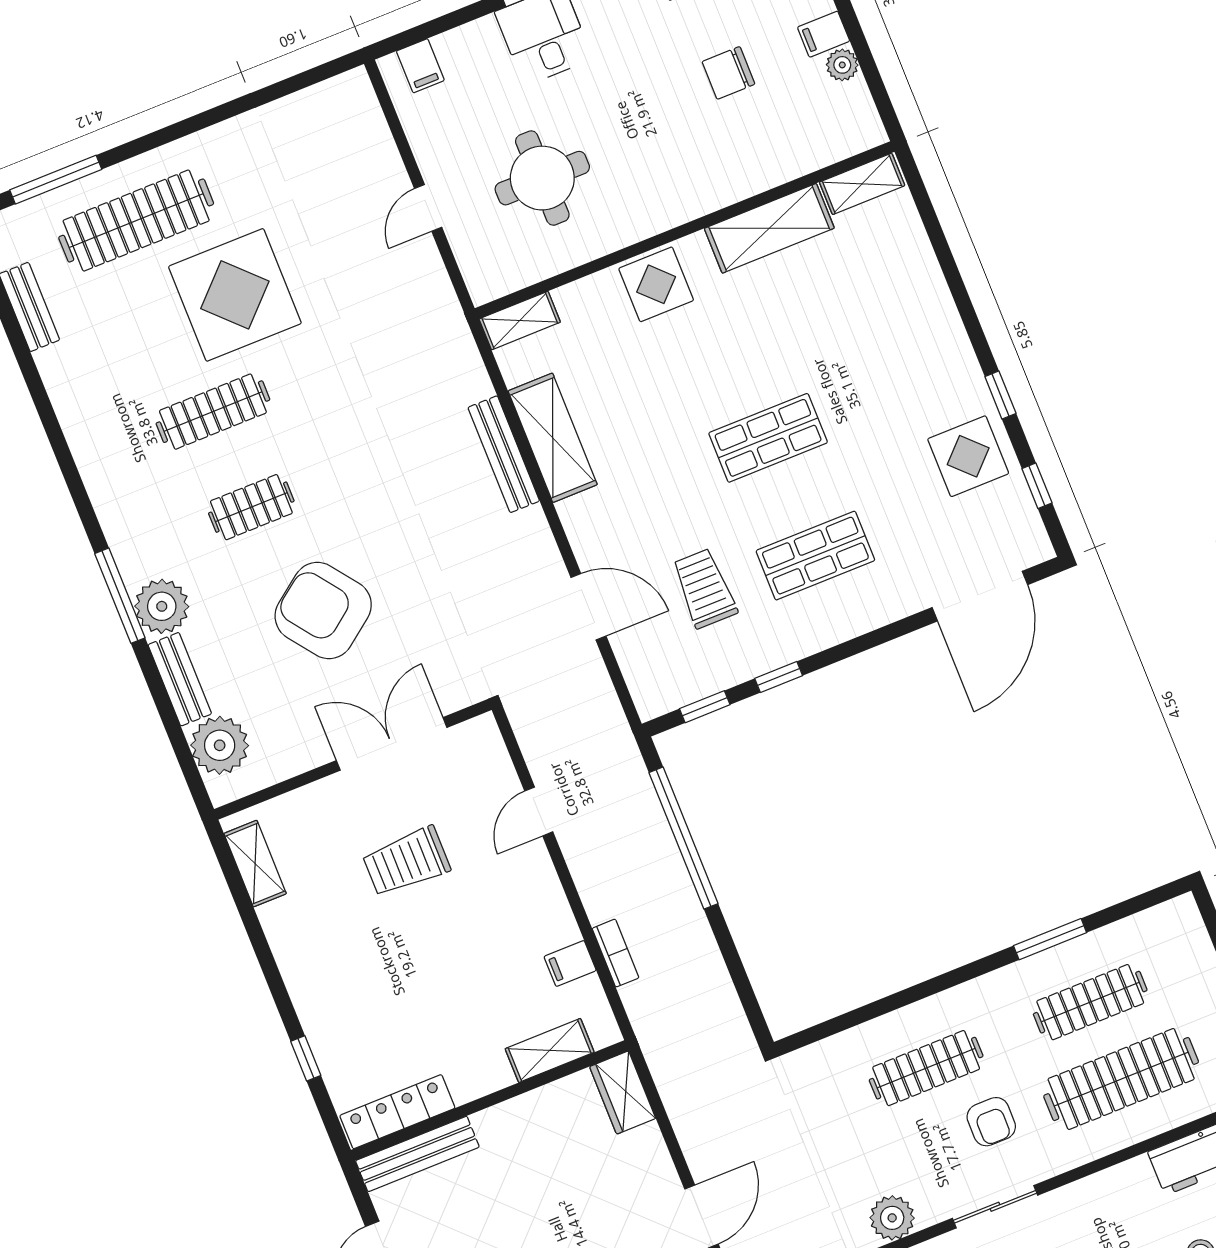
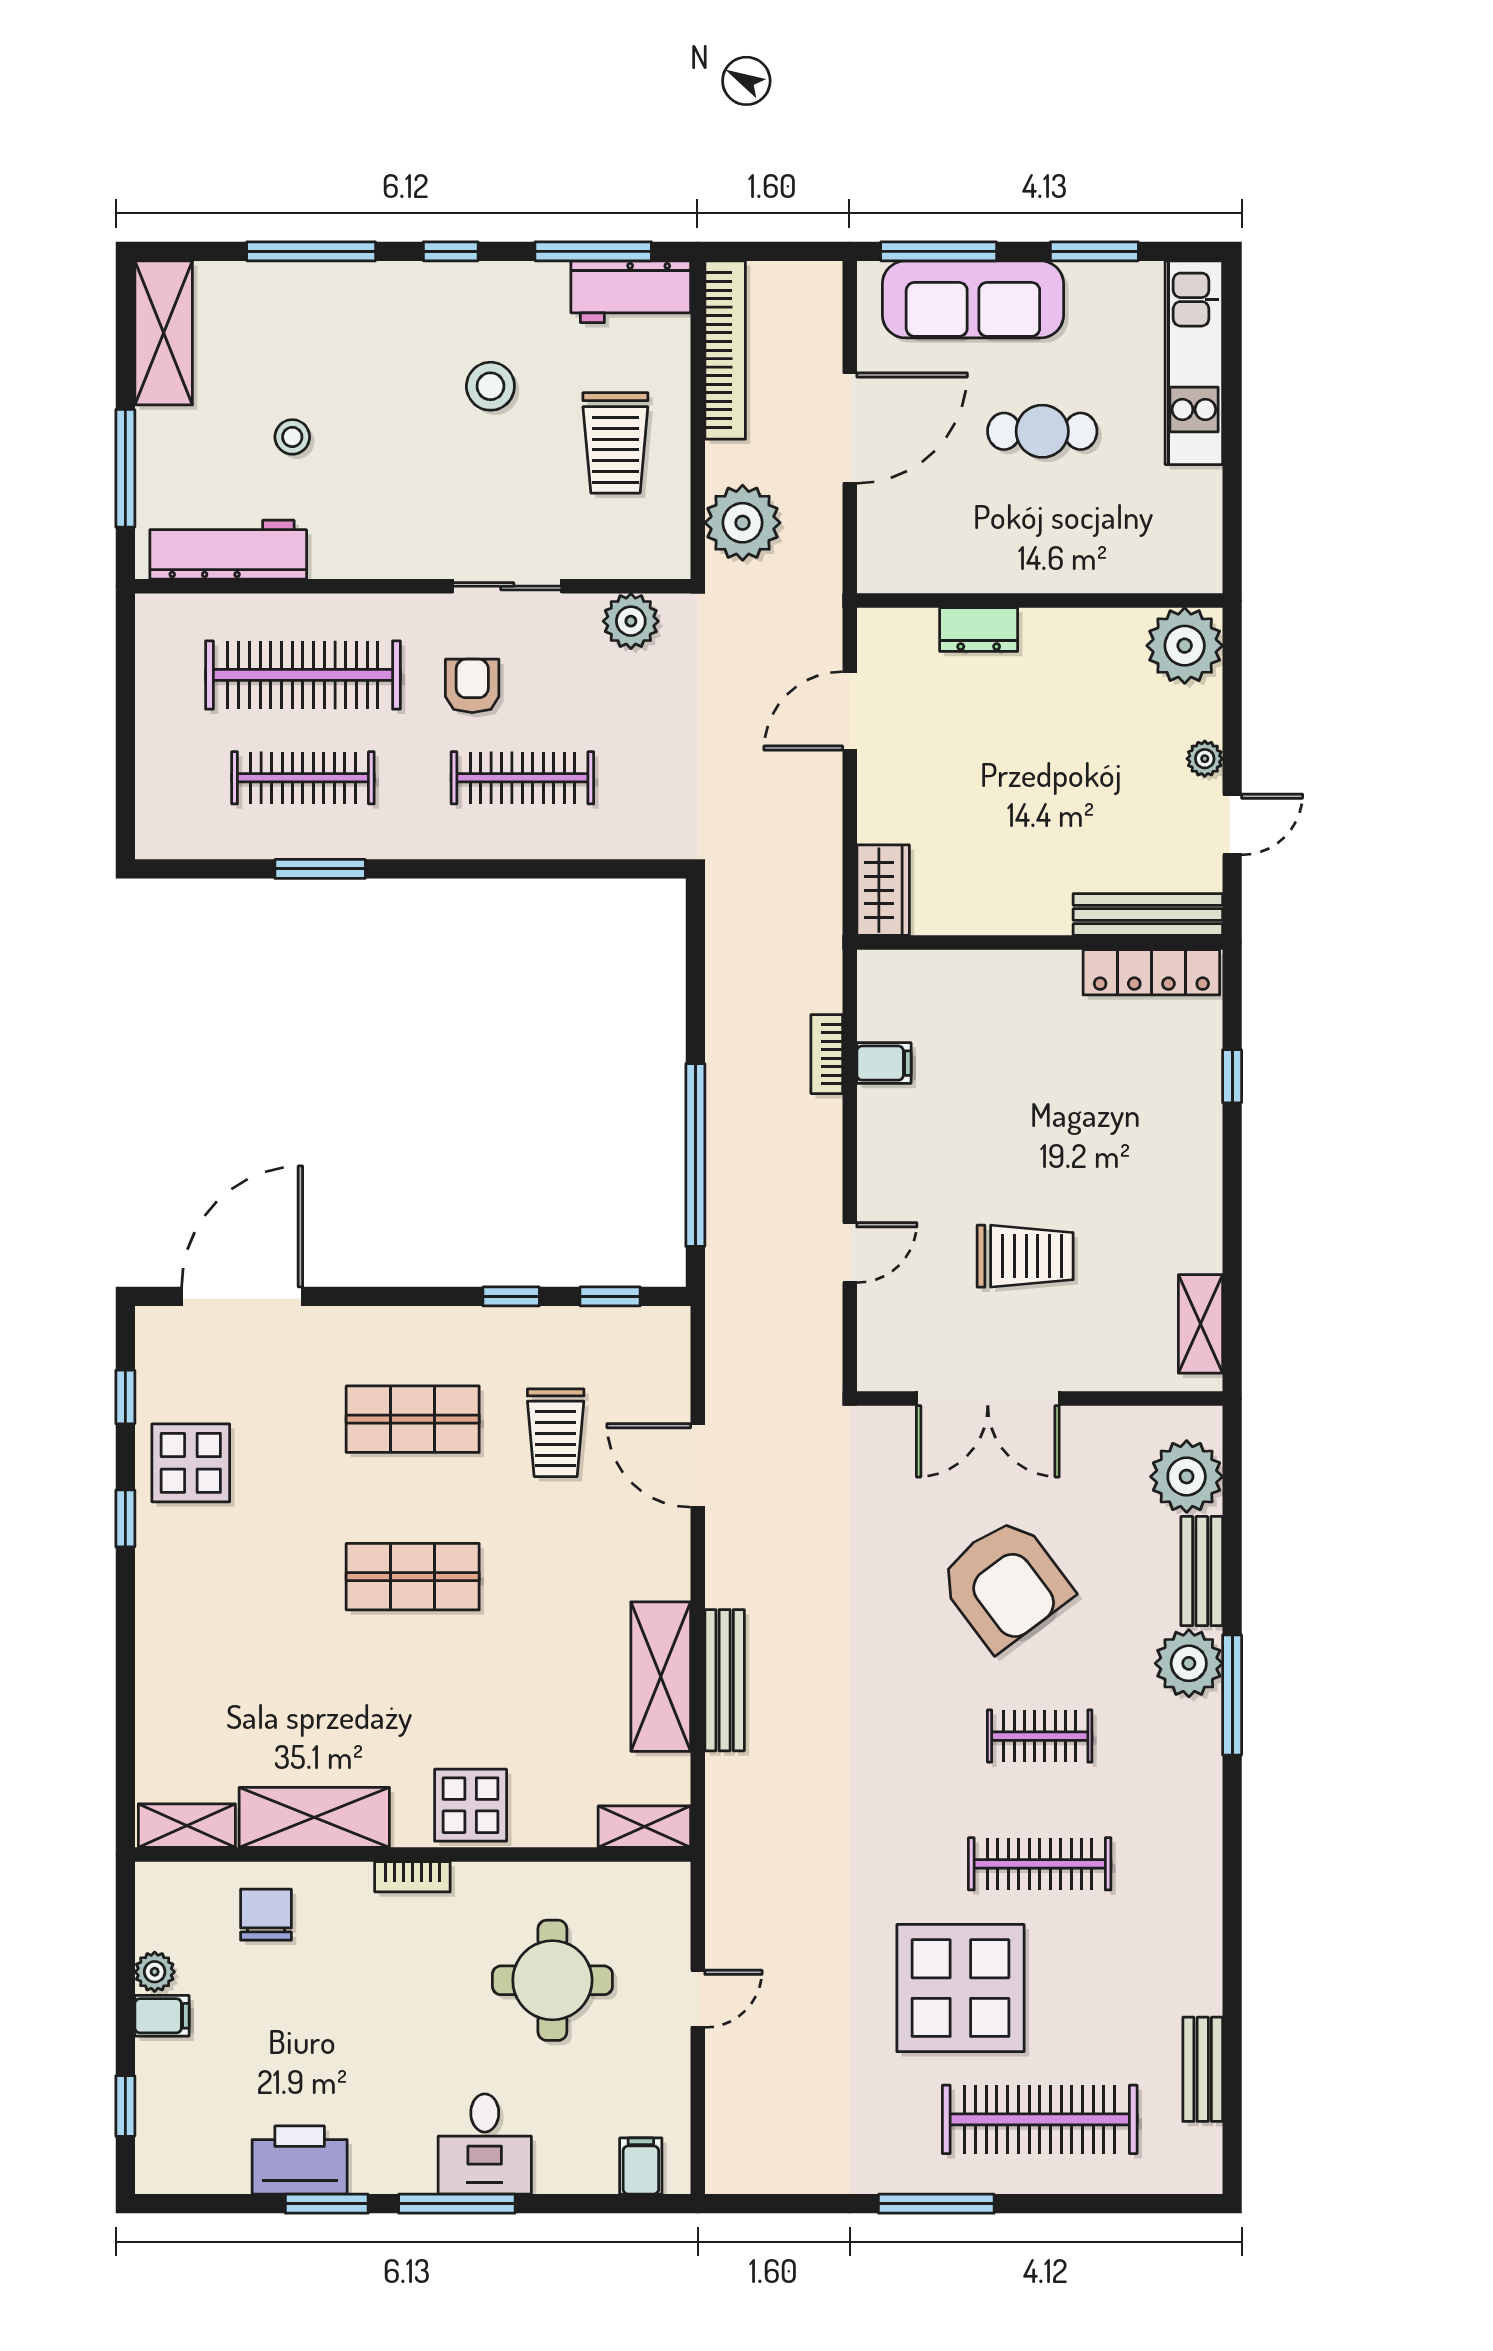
chair: (729, 73) -> (266, 1915), moved, turned -90
window: (56, 180) -> (936, 2204), moved
bookcase: (678, 213) -> (412, 1877), added
shelving: (550, 1050) -> (948, 972), removed

